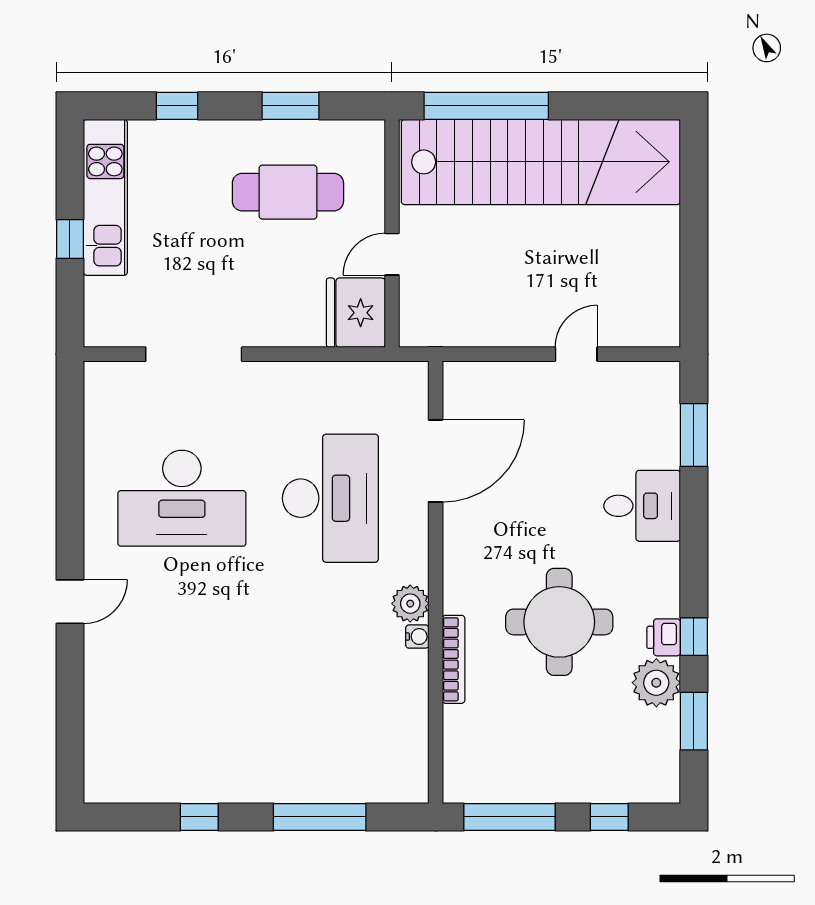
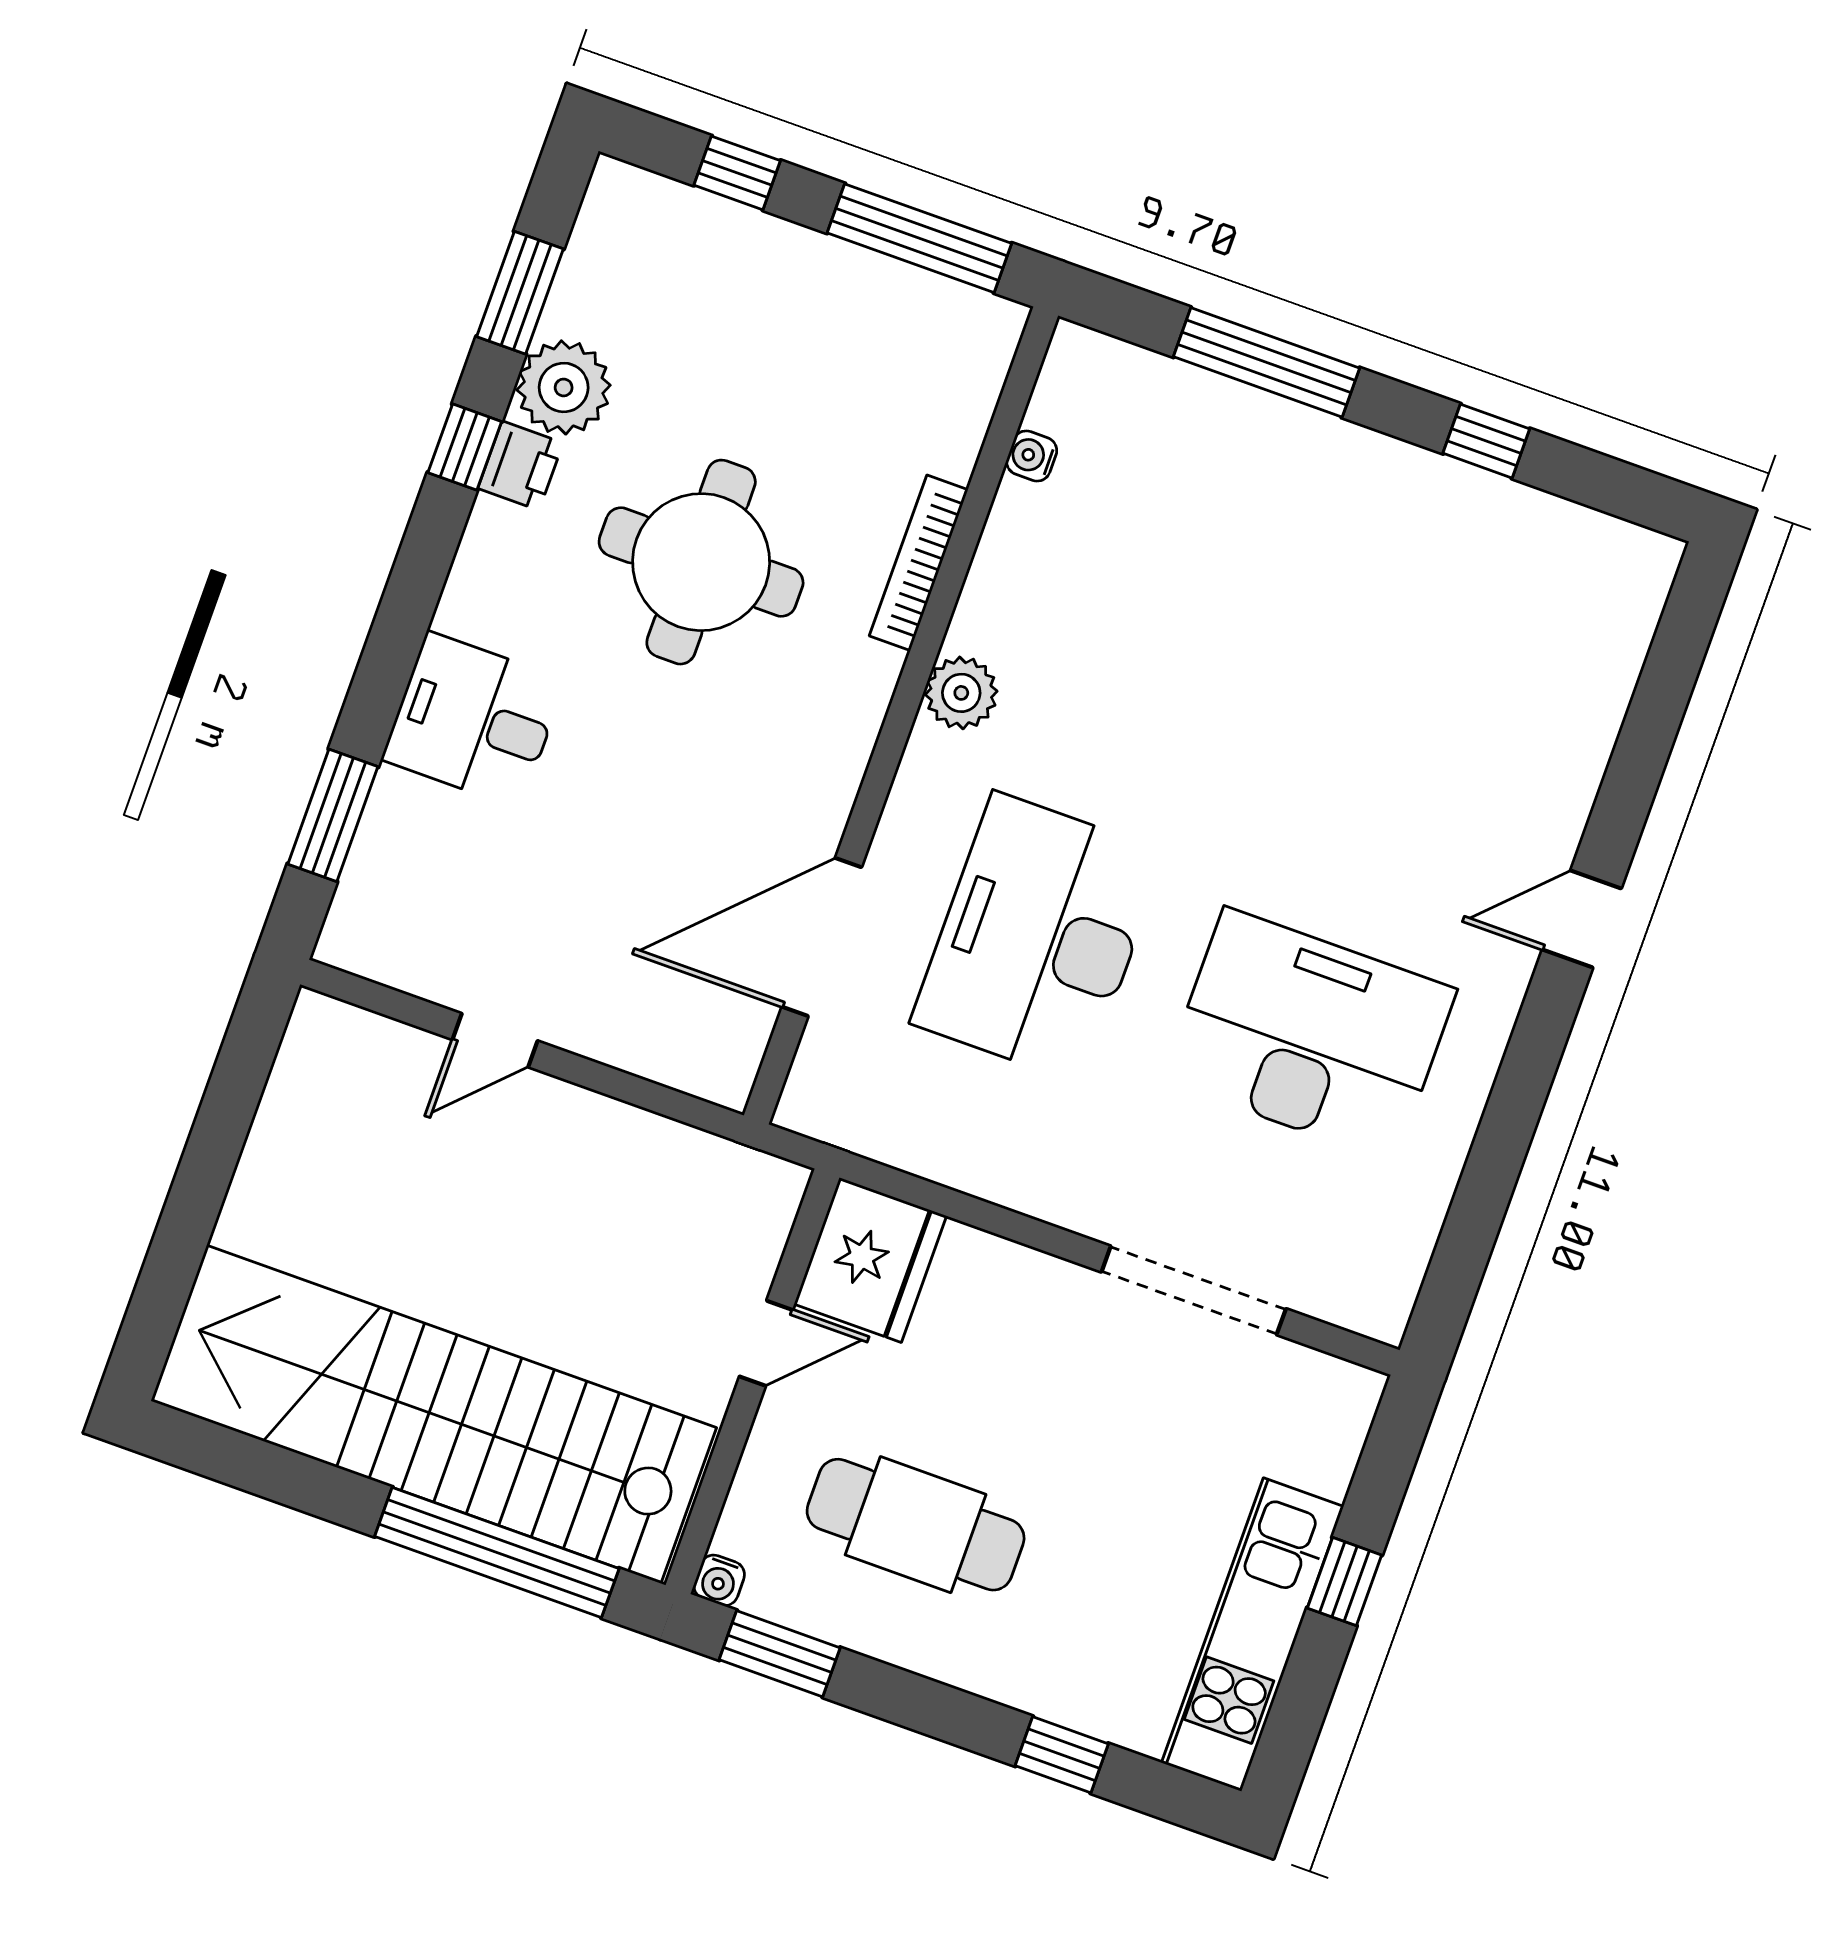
window: (291, 106) -> (780, 1654), moved
water cooler: (374, 131) -> (719, 1580), added
water cooler: (417, 637) -> (1032, 456), moved

